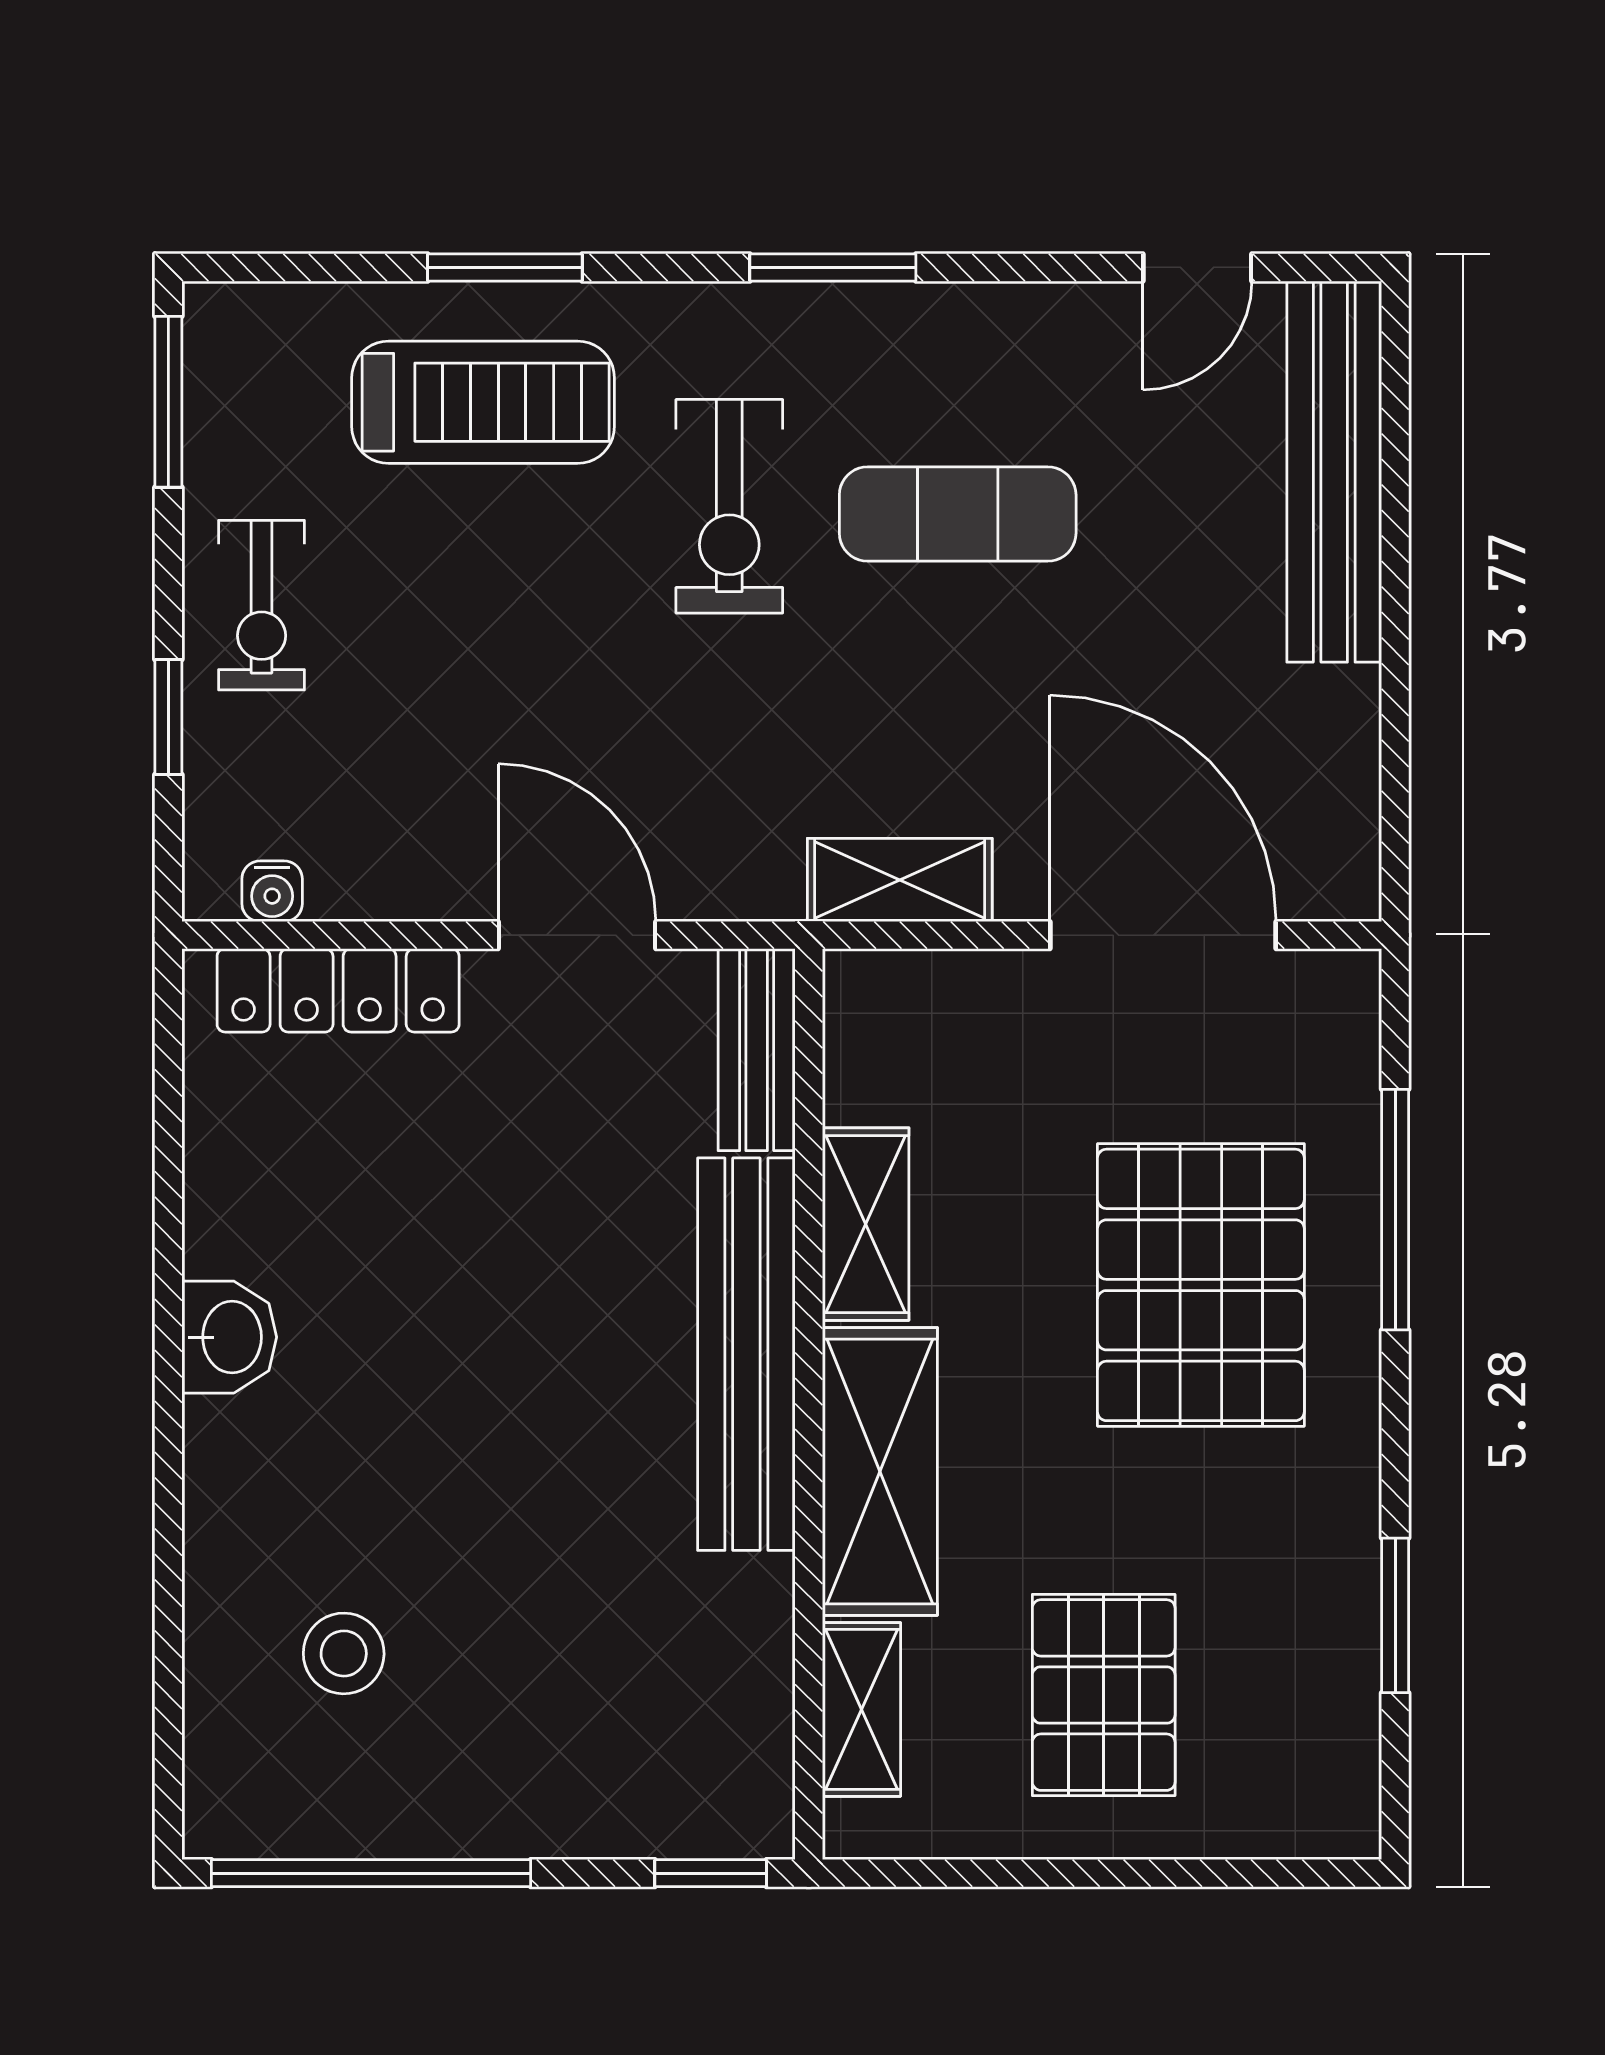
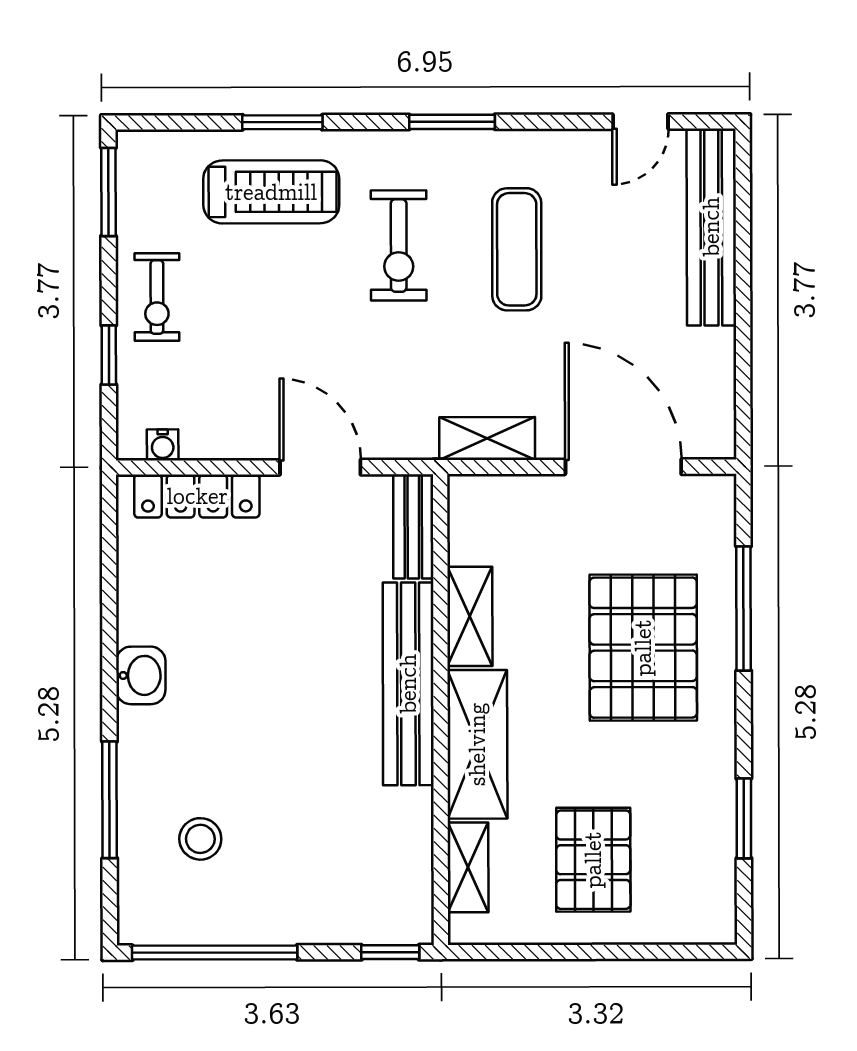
exercise mat: (958, 514) -> (517, 249), turned 90
window: (168, 1577) -> (110, 800), added

